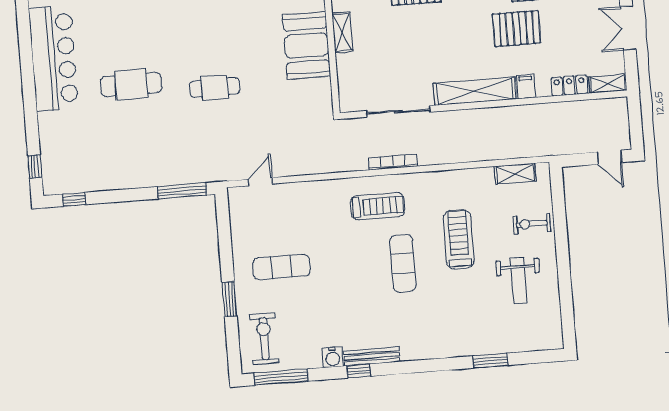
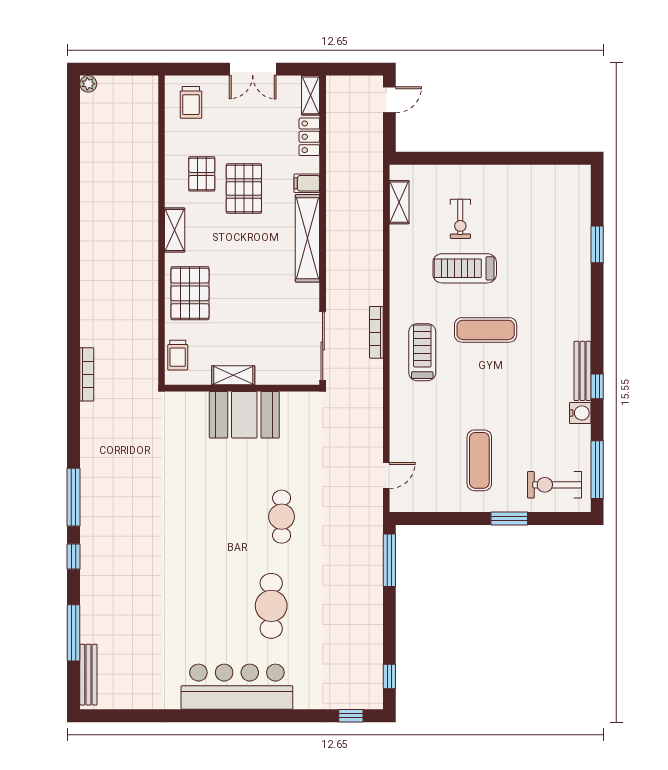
sliding door: (398, 111) -> (323, 346), moved
door: (260, 182) -> (386, 476), swing flipped
exercise bike: (532, 224) -> (460, 219), moved
weight bench: (519, 281) -> (514, 207), removed

